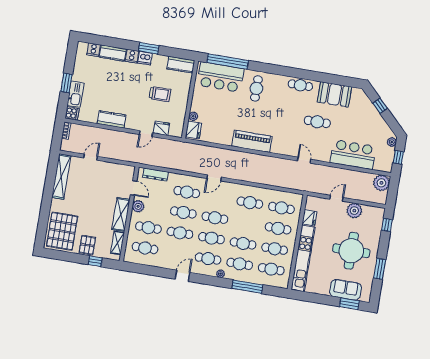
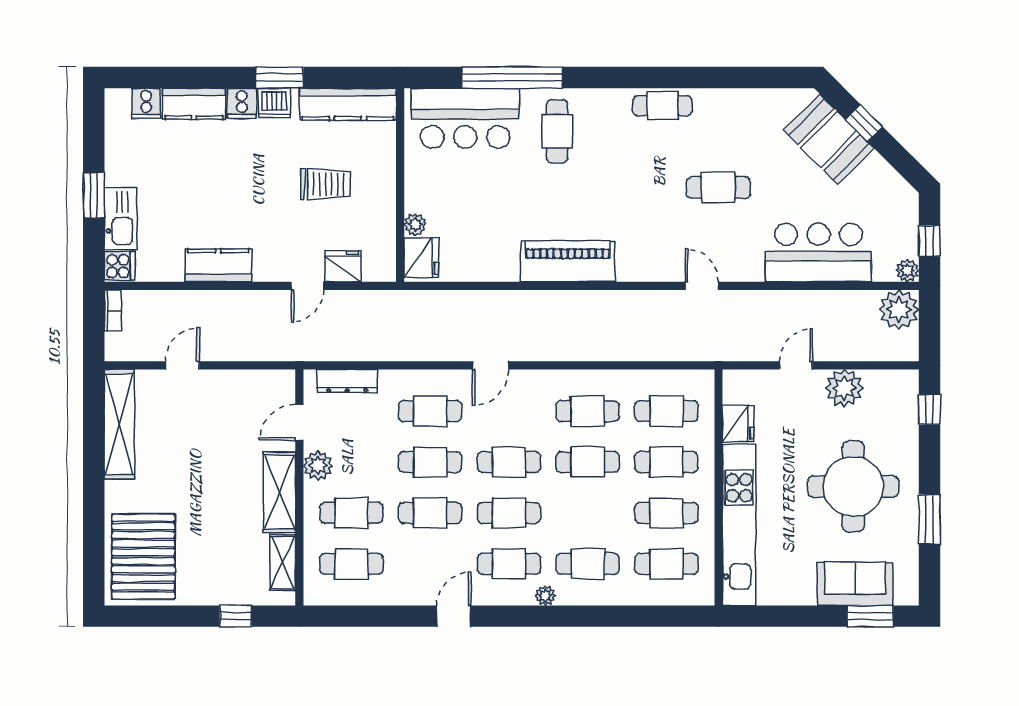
window: (228, 61) -> (512, 78), moved
kitchen counter: (181, 65) -> (348, 104), width x1.50
booth: (334, 94) -> (829, 139), moved, turned 45
plant: (392, 142) -> (907, 271), moved
door: (134, 188) -> (299, 422), swing flipped
cafe table: (243, 243) -> (588, 462), moved
pallet: (87, 245) -> (210, 580), removed
window: (247, 287) -> (616, 616), removed

